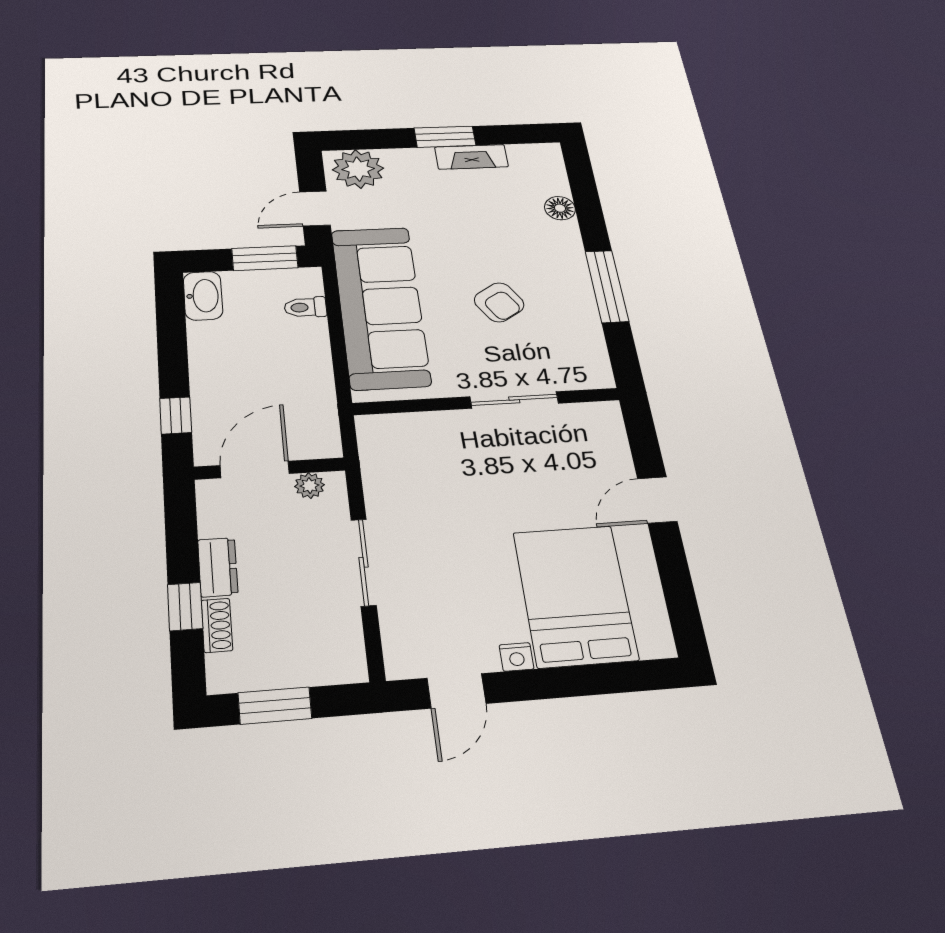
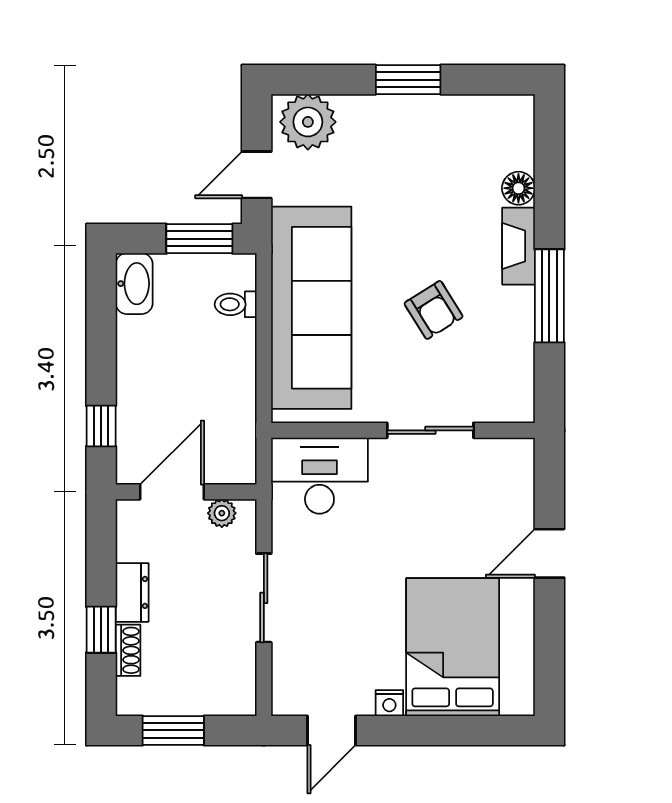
fireplace: (471, 157) -> (519, 246), moved, turned 90
desk: (408, 446) -> (319, 476), added

